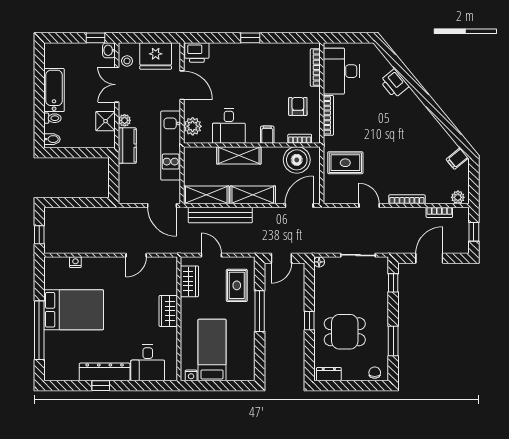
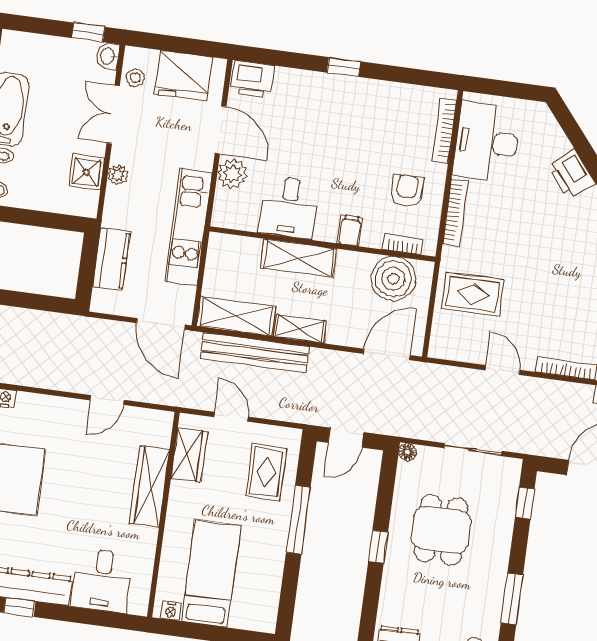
plant: (193, 126) -> (232, 174), moved
kitchen counter: (127, 146) -> (111, 259), moved
shelving: (253, 195) -> (300, 329), width x0.67, depth x0.75
wardrobe: (168, 311) -> (149, 486), width x1.50
dining table: (345, 332) -> (441, 530), moved, turned 90

